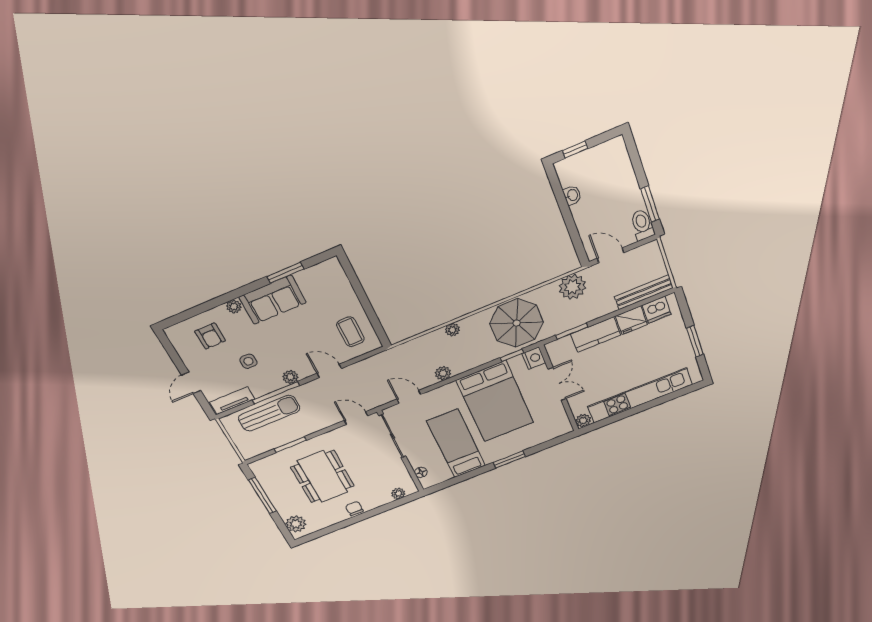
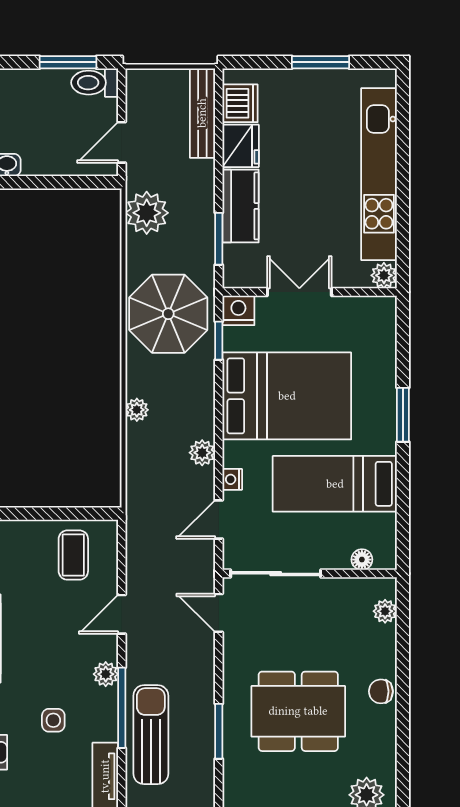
coffee table: (350, 332) -> (73, 555), turned 90
nightstand: (435, 394) -> (232, 479), added
door: (356, 418) -> (219, 613), hinge flipped

